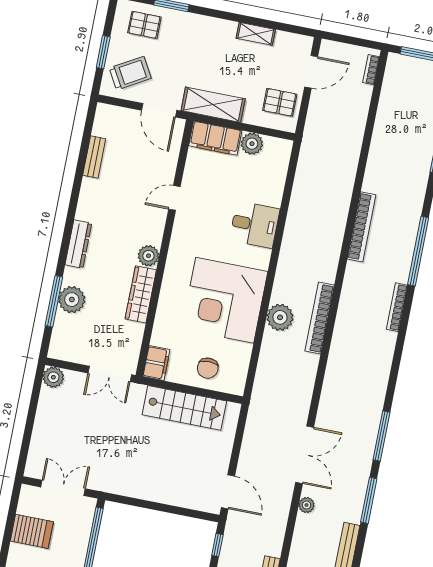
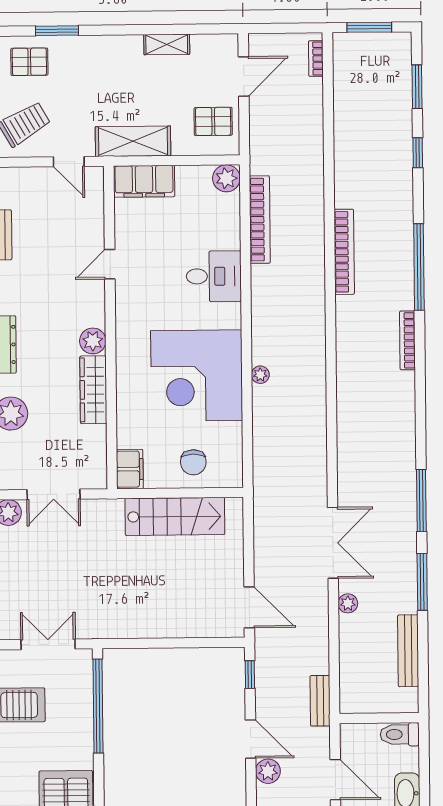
door: (159, 110) -> (69, 162), width x0.73
plant: (252, 144) -> (226, 178), moved
plant: (280, 317) -> (260, 375), width x0.53, depth x0.53
bookcase: (320, 318) -> (260, 220), moved, turned 180
double door: (110, 374) -> (53, 494), moved

